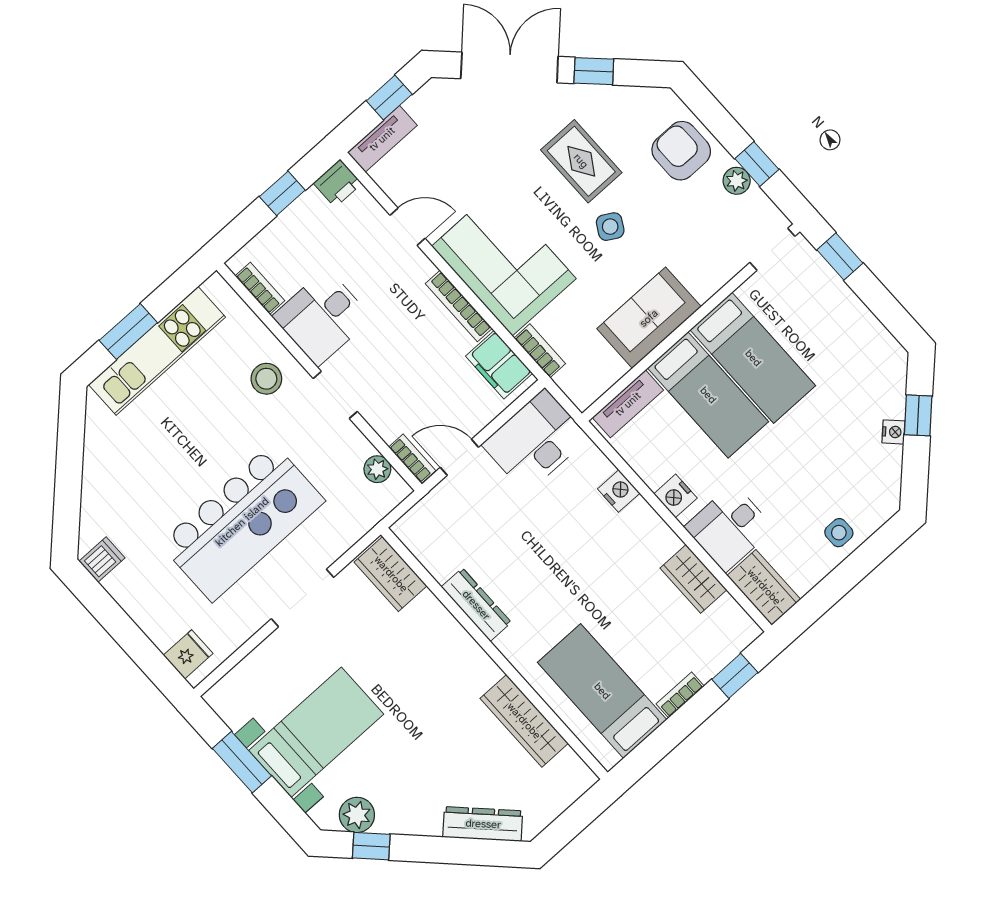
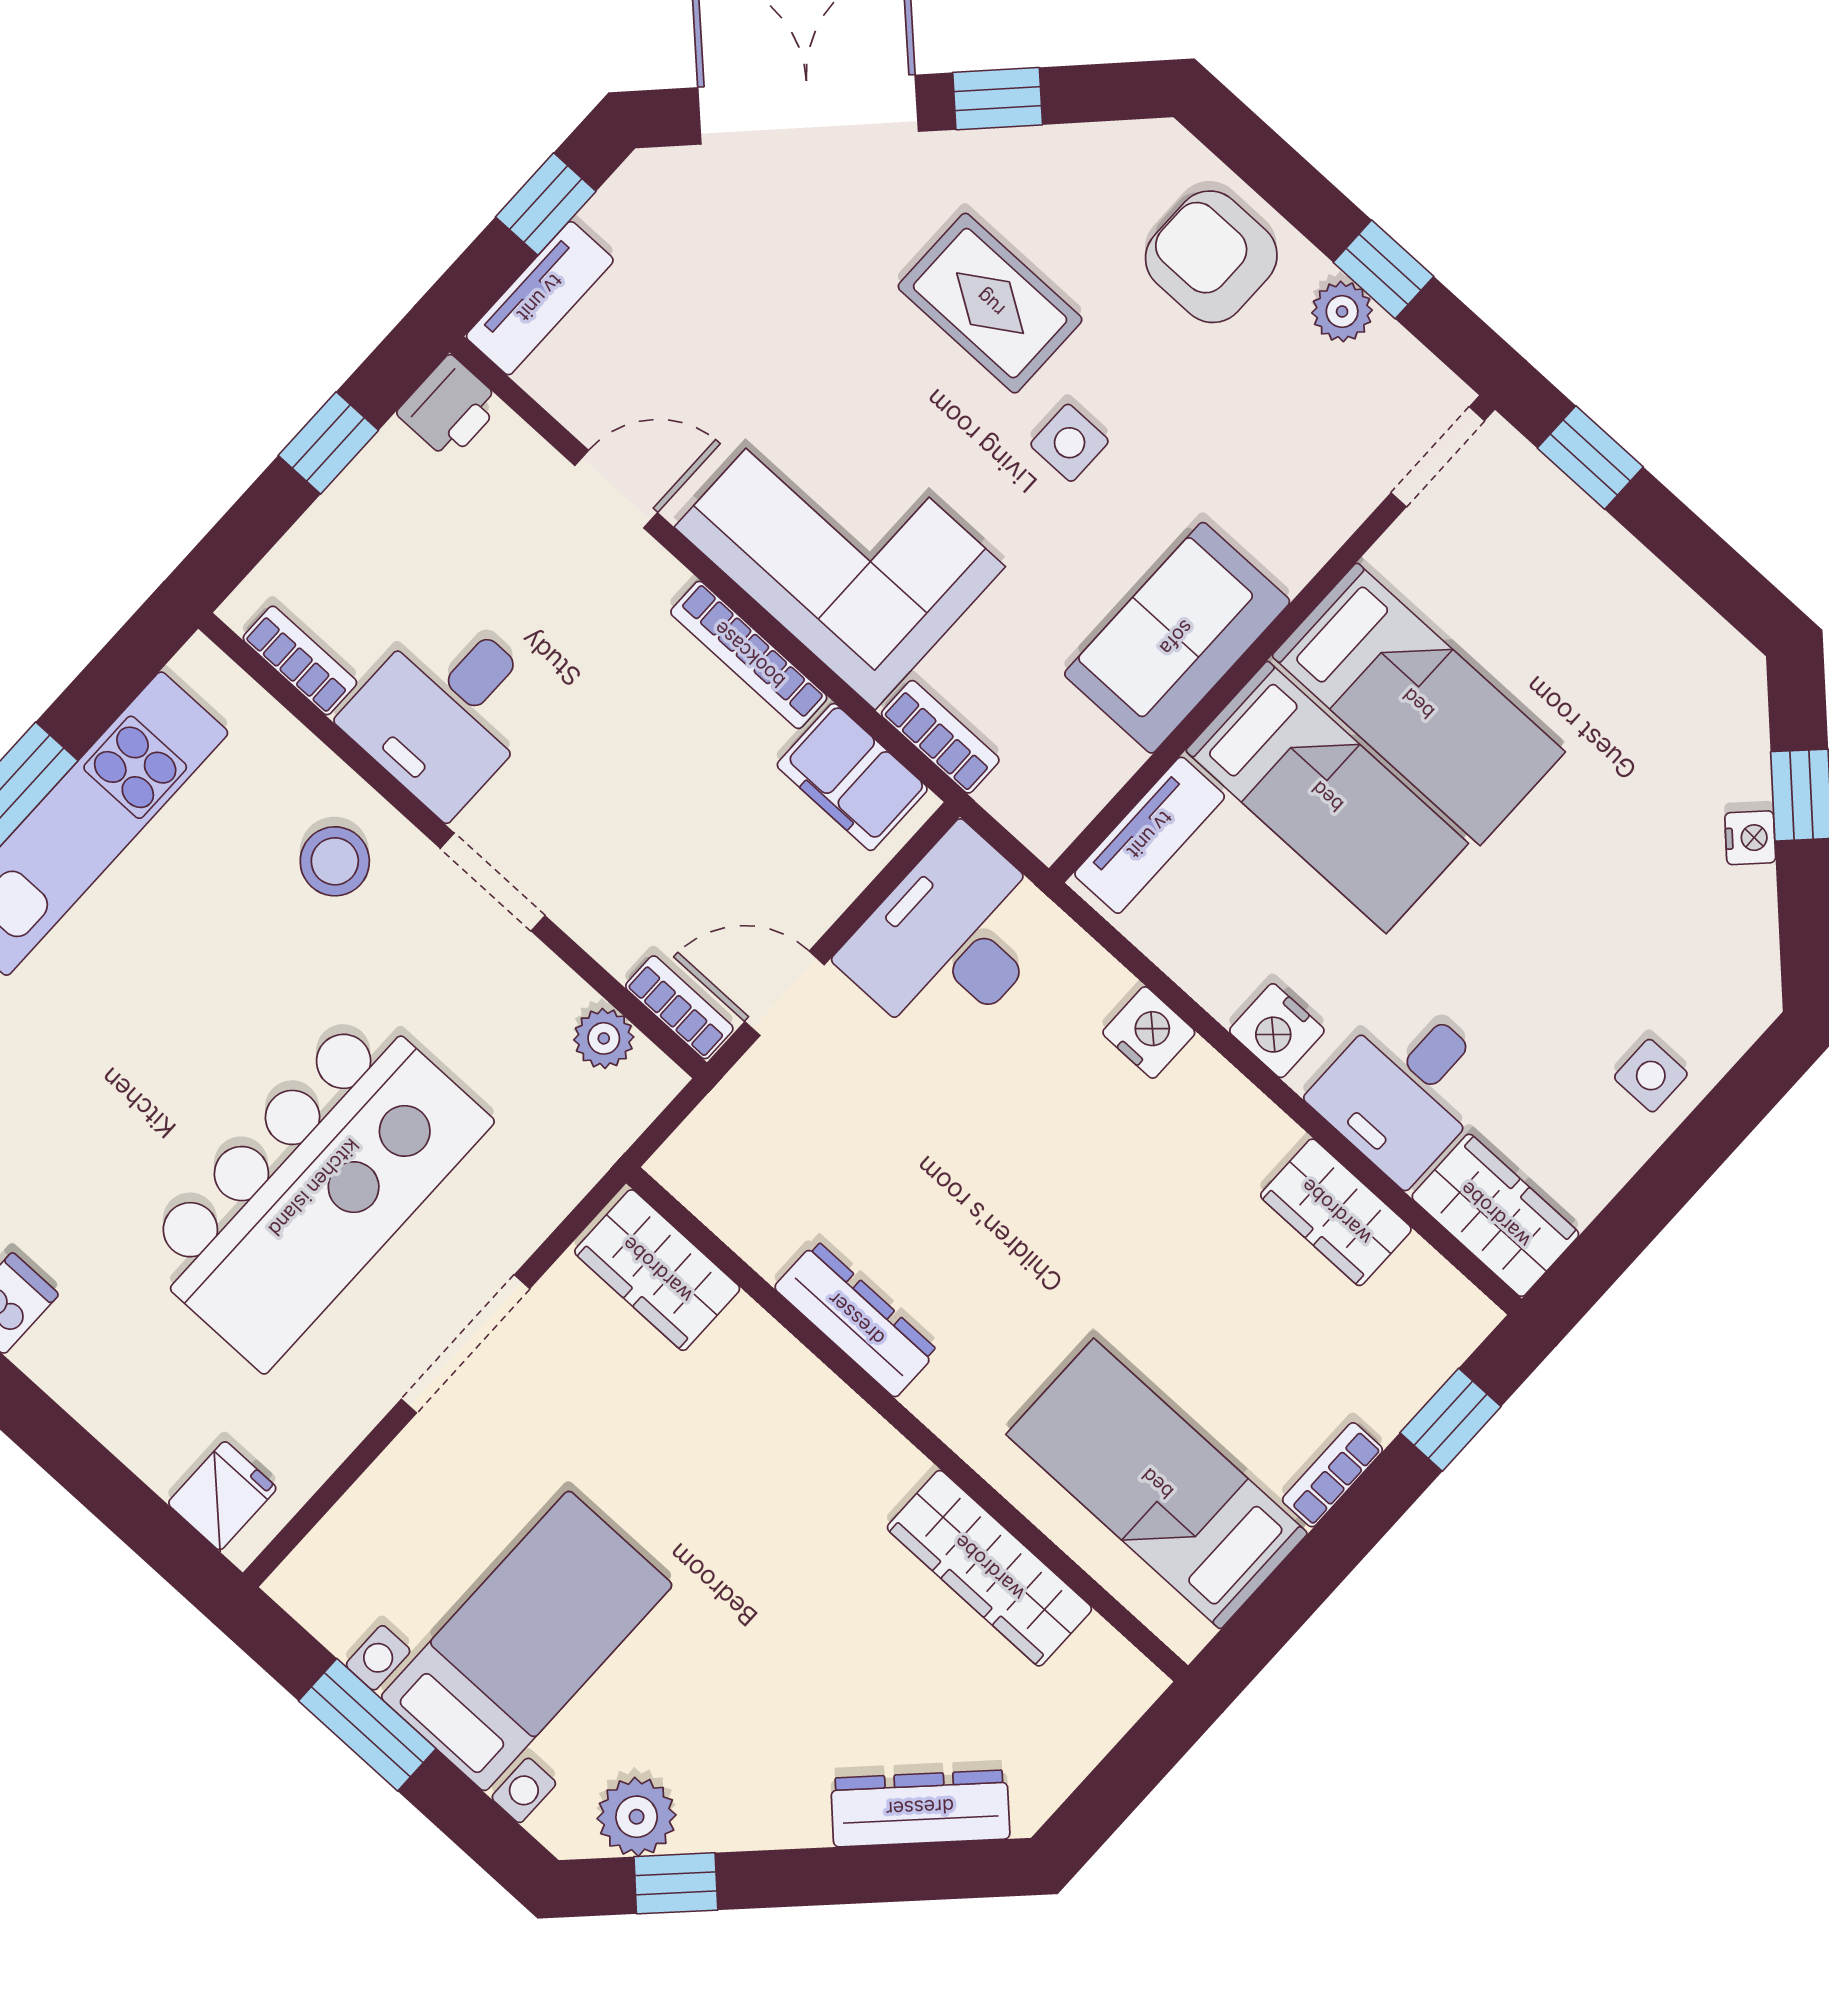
side table: (610, 227) -> (1070, 443), turned -30

